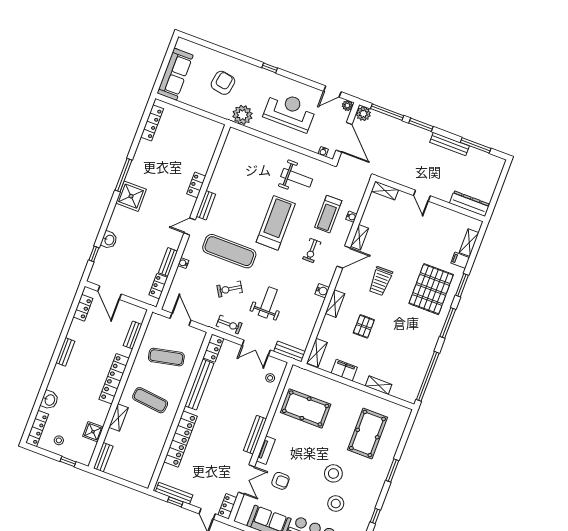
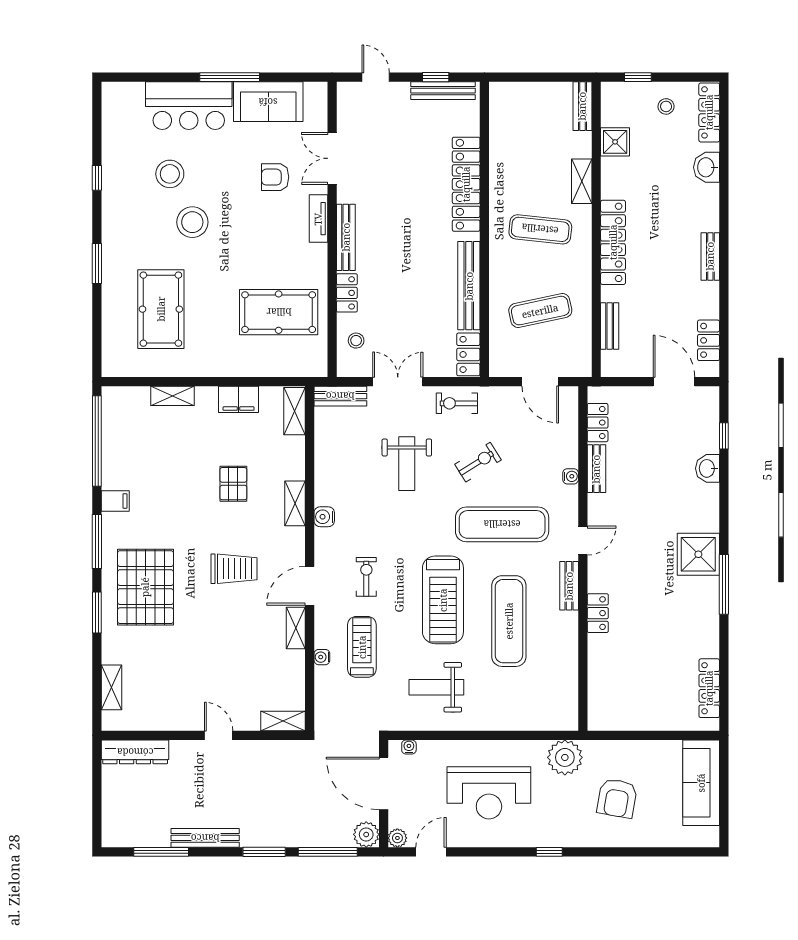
exercise mat: (245, 198) -> (509, 621), added
filing cabinet: (460, 260) -> (115, 501), moved
trolley: (380, 281) -> (234, 569), turned 90
locker: (227, 506) -> (347, 293), moved

